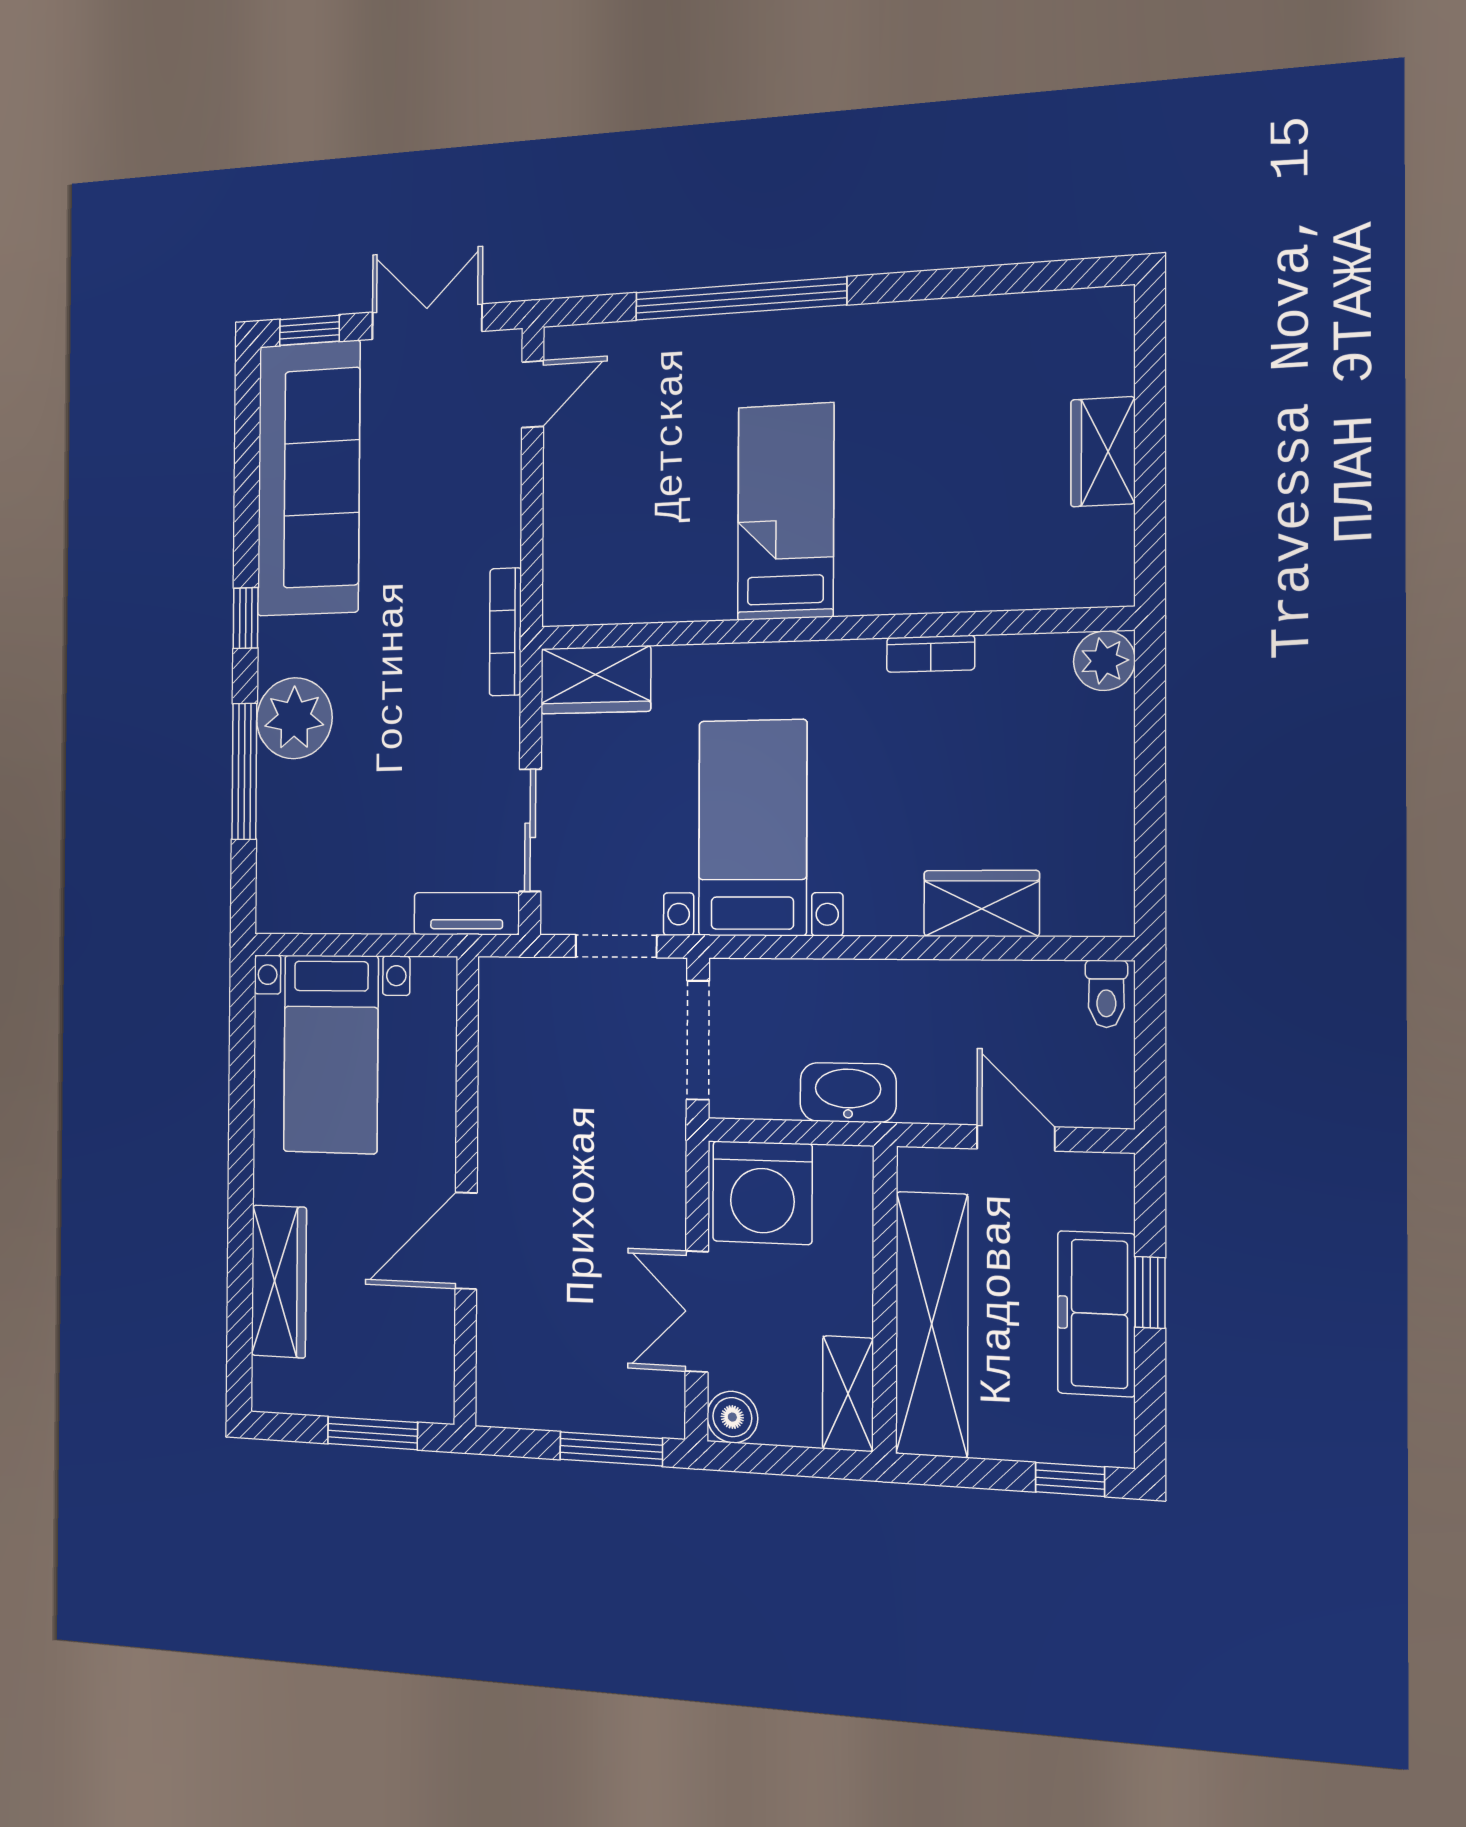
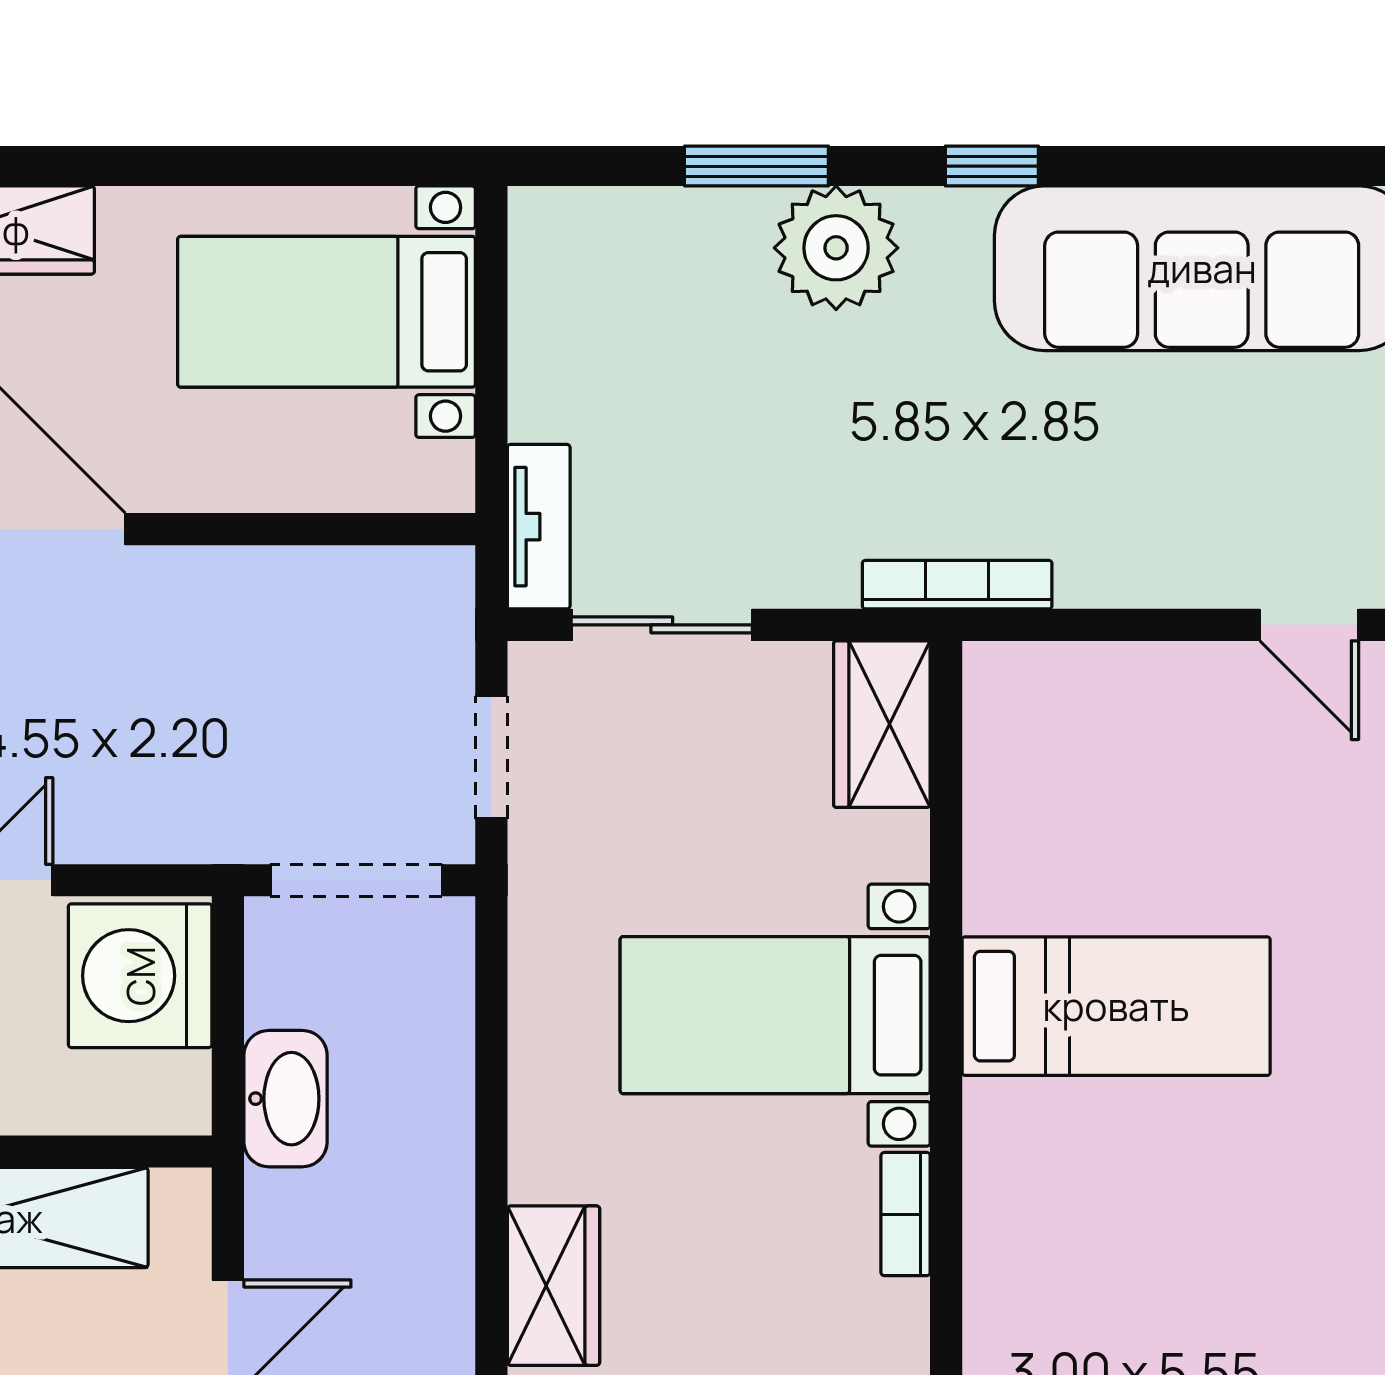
window: (244, 771) -> (756, 166), width x0.69
bed with nightstands: (753, 828) -> (775, 1015), moved, turned 180

